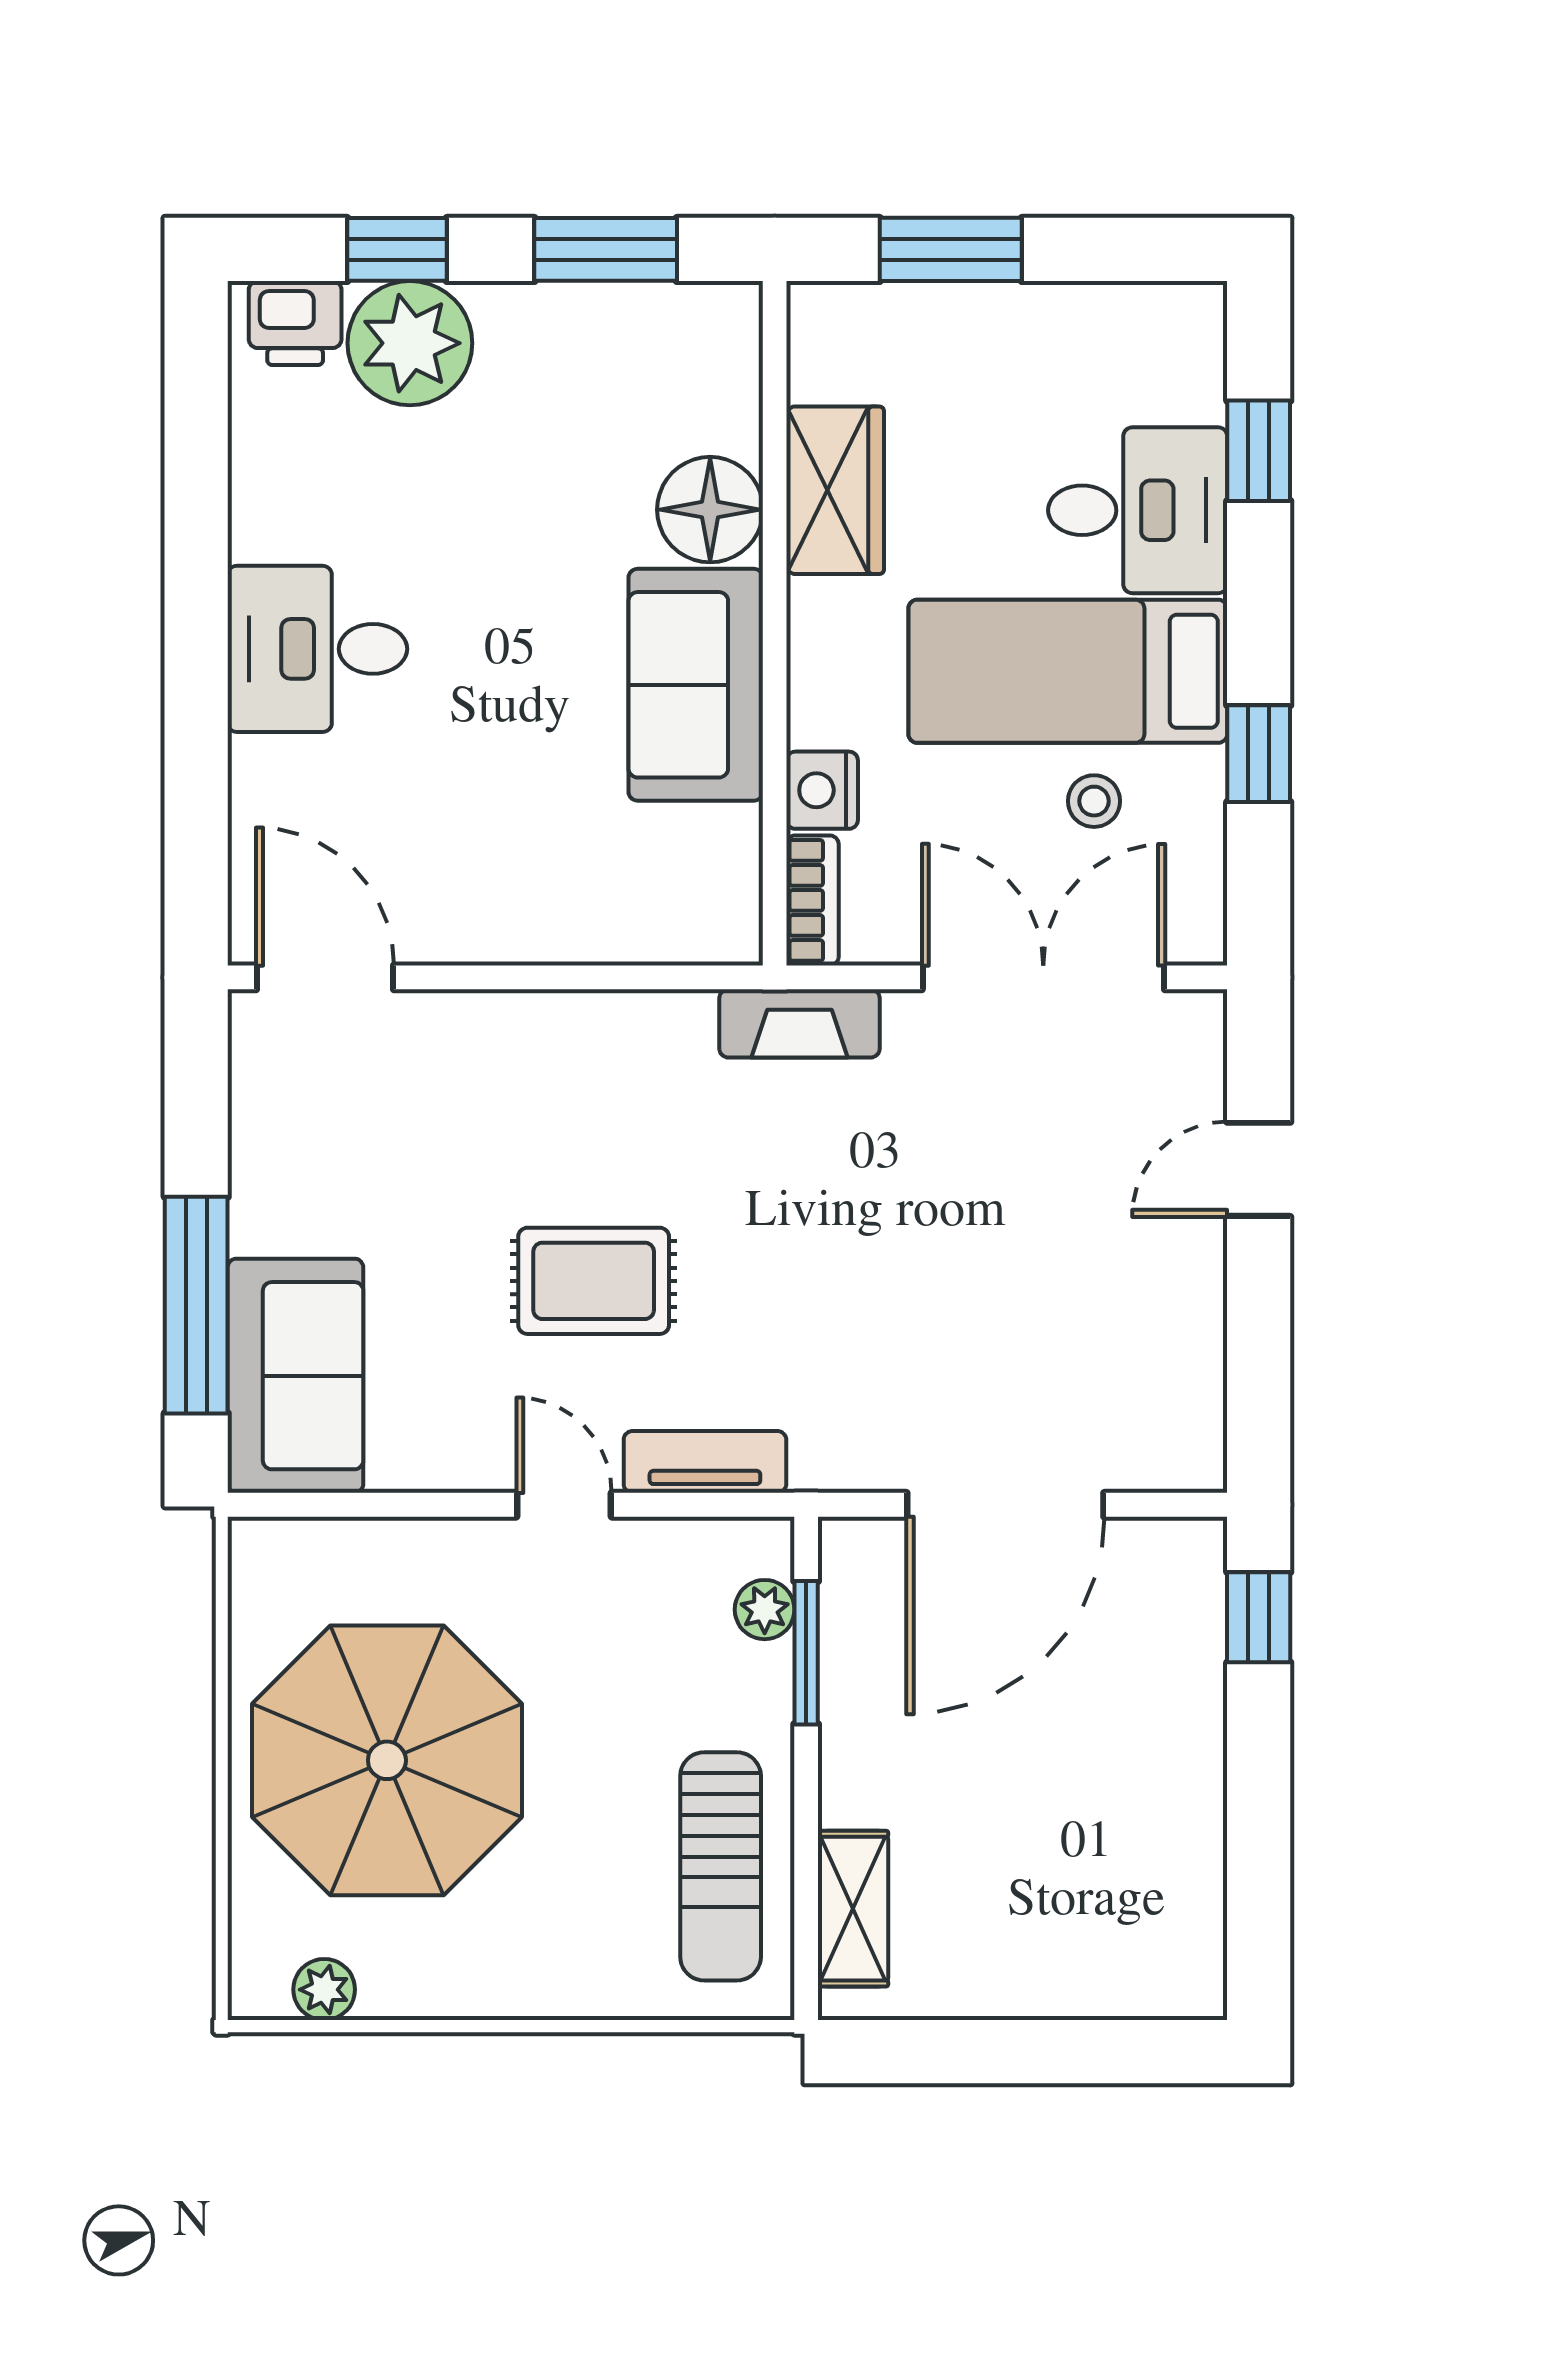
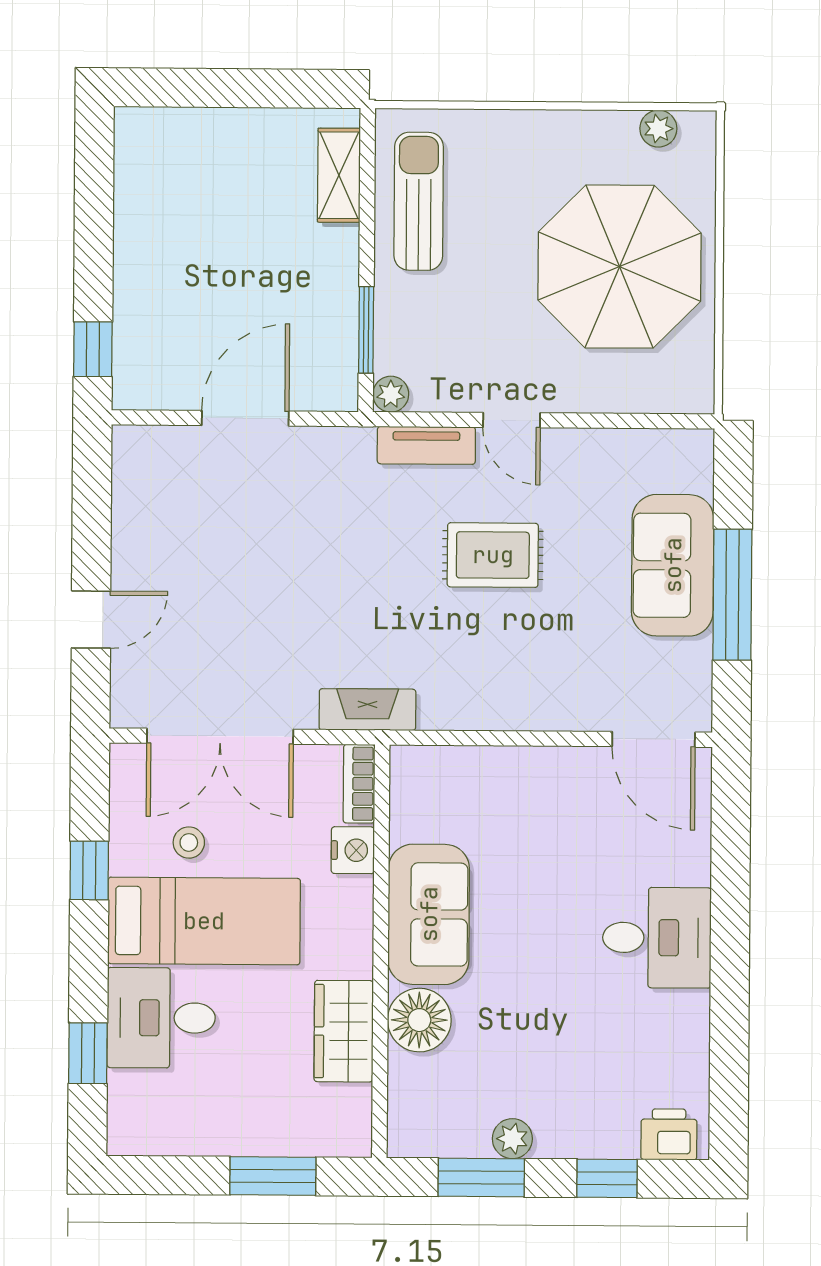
plant: (410, 343) -> (512, 1139), moved, width x0.53, depth x0.53
window: (196, 1305) -> (732, 595), moved
sofa: (295, 1376) -> (673, 565), moved
door: (1005, 1505) -> (245, 418), width x0.73
plant: (765, 1610) -> (391, 394), moved

